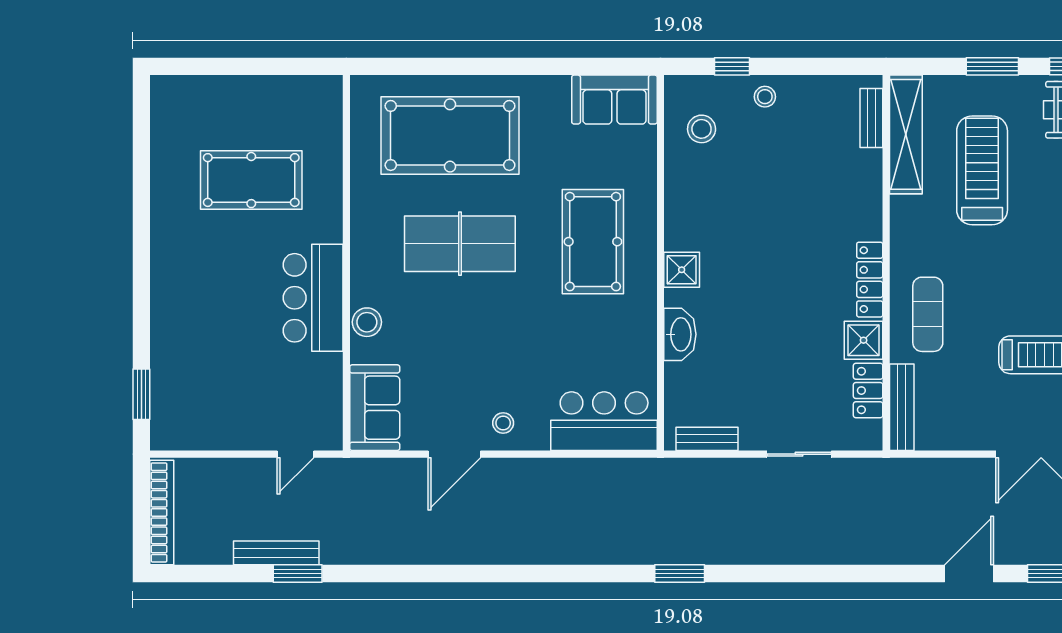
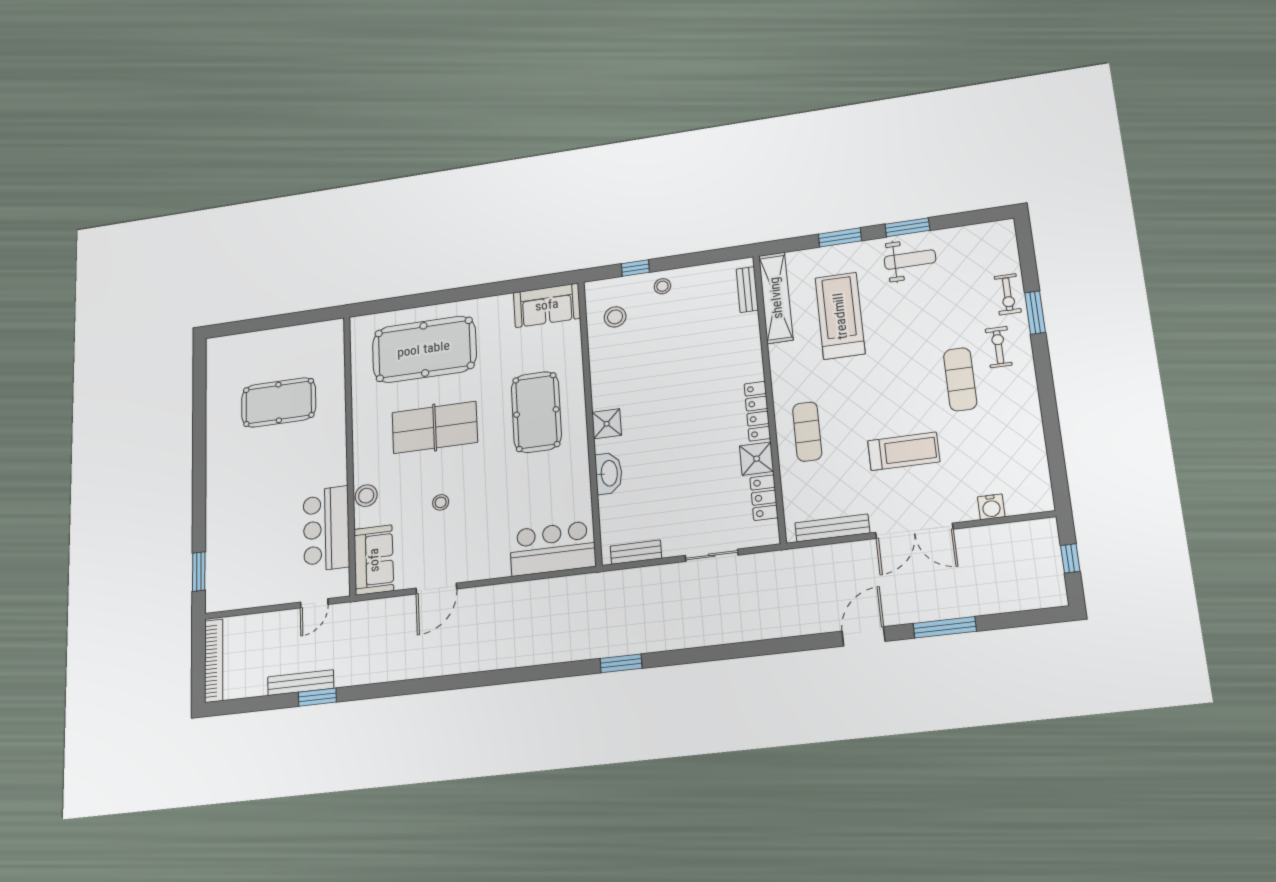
bar counter: (313, 298) -> (326, 529), moved
bench: (902, 407) -> (832, 528), moved, turned 90
stool: (503, 423) -> (441, 502), moved

